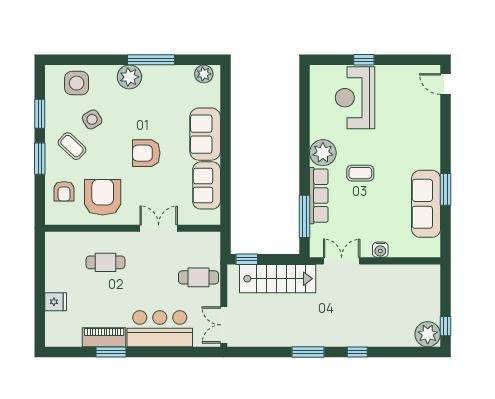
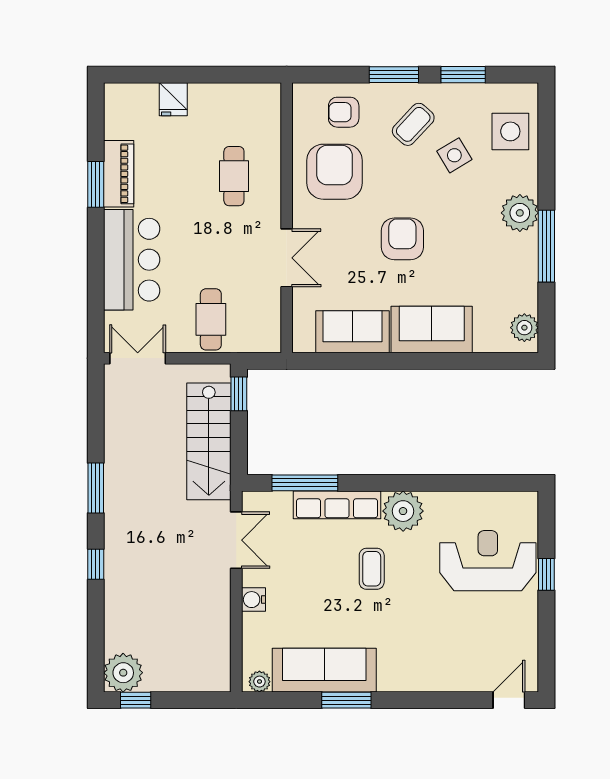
armchair: (103, 197) -> (334, 172), turned -90
plant: (433, 246) -> (259, 682), added

